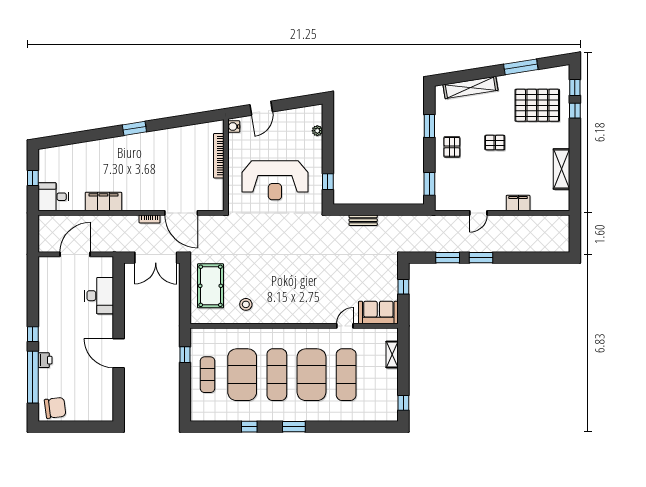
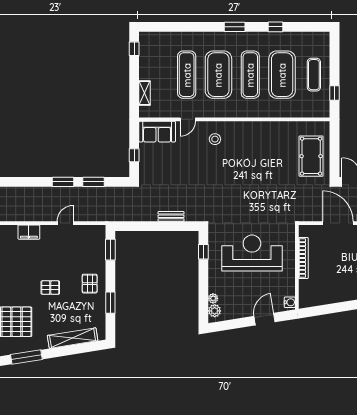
plant: (316, 117) -> (215, 311), added
bookcase: (219, 156) -> (303, 258), moved
stool: (246, 304) -> (215, 139), moved

